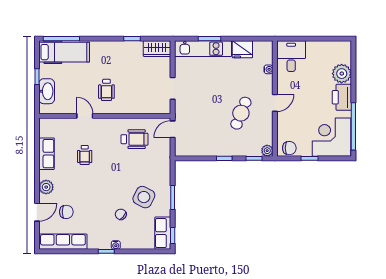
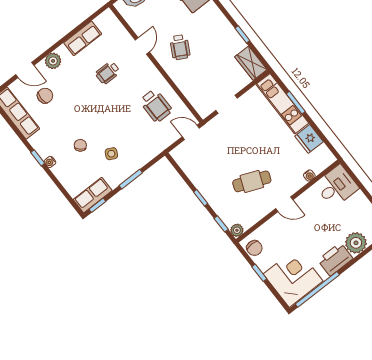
wheelchair: (106, 90) -> (180, 47), turned -62
side table: (144, 197) -> (111, 154), width x0.54, depth x0.54
chair: (66, 212) -> (45, 96), turned -90

